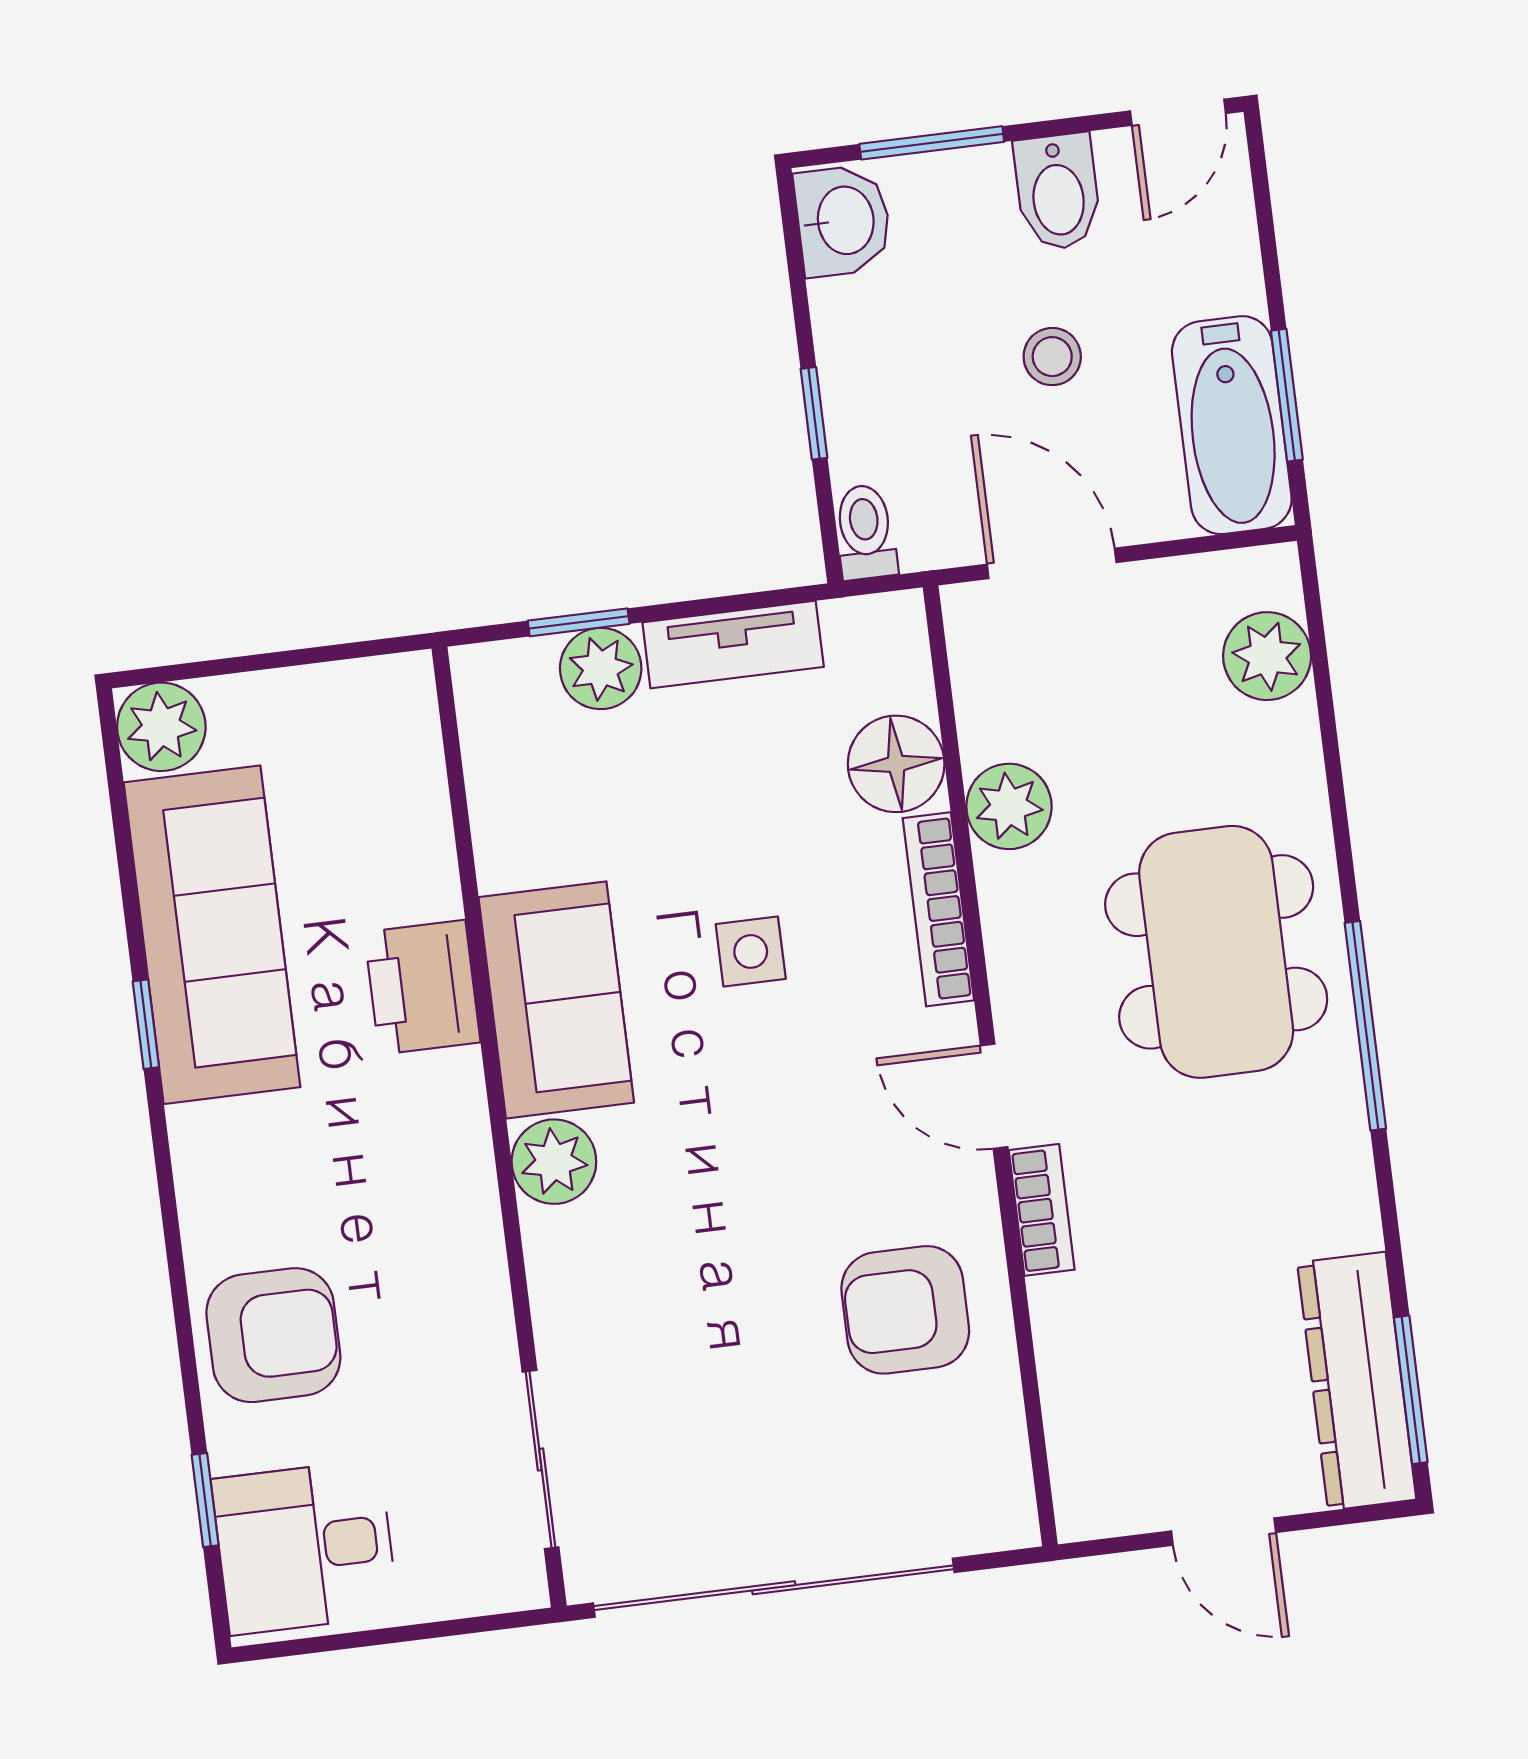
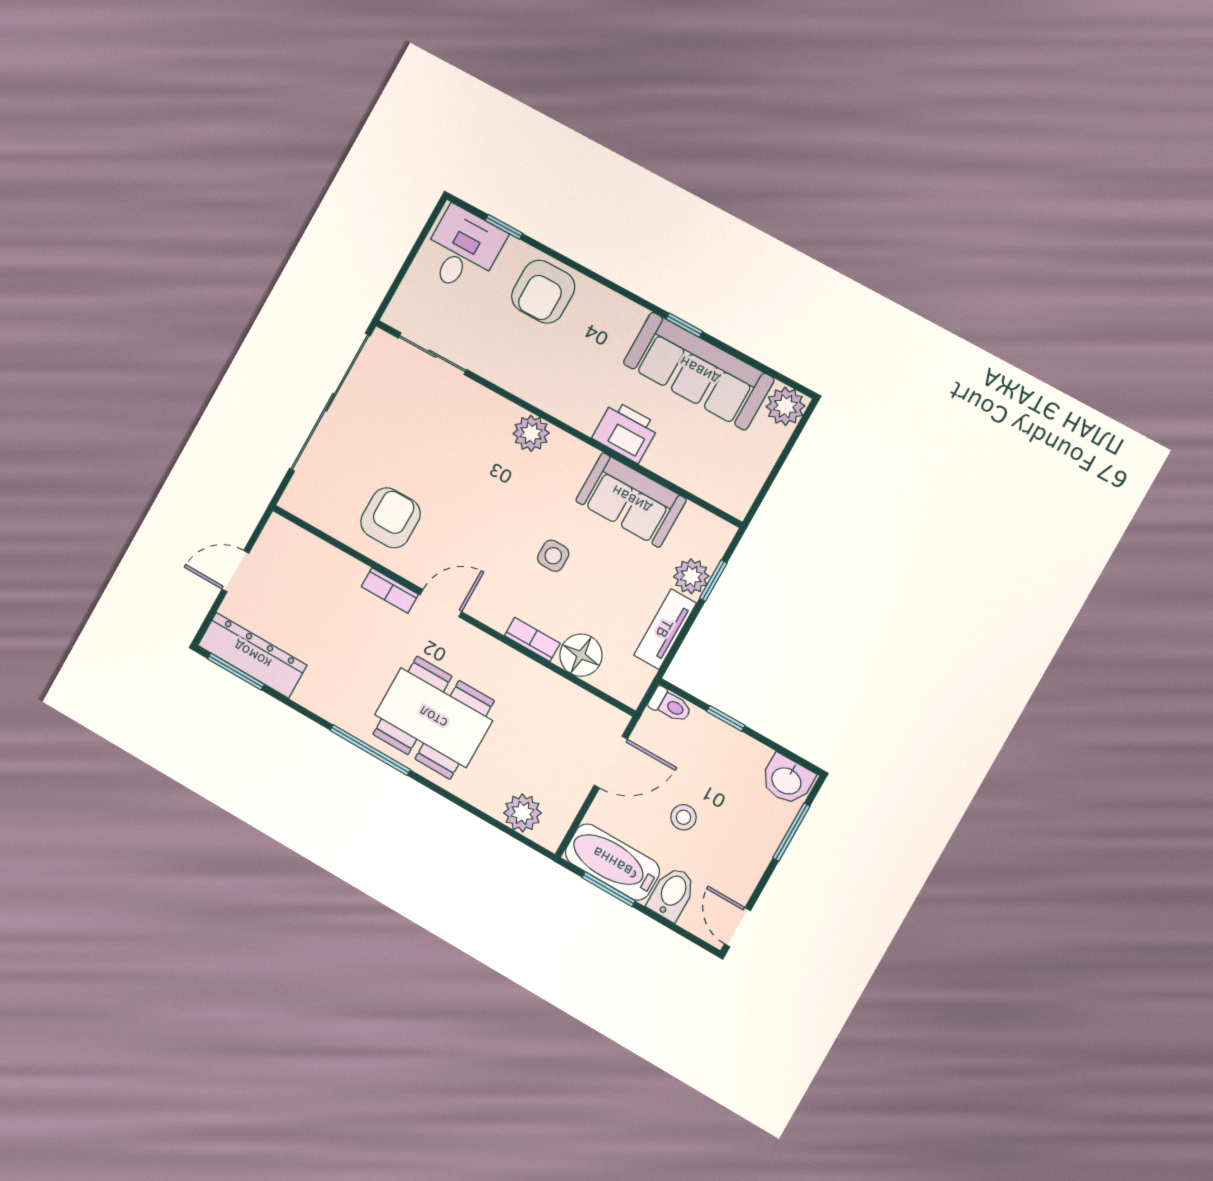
bidet: (1058, 192) -> (672, 894), moved, turned 90
plant: (1009, 806) -> (537, 683), removed
bookcase: (938, 909) -> (532, 639), width x0.64
sofa: (556, 1000) -> (631, 500), moved

